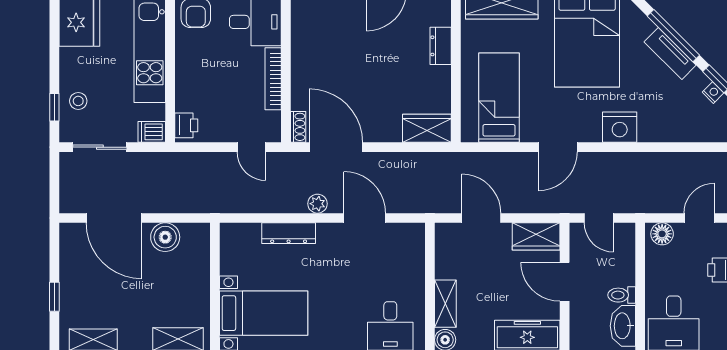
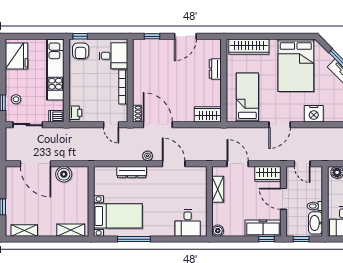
shelving: (445, 304) -> (218, 189), moved

